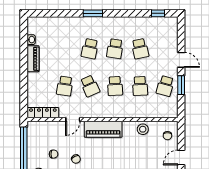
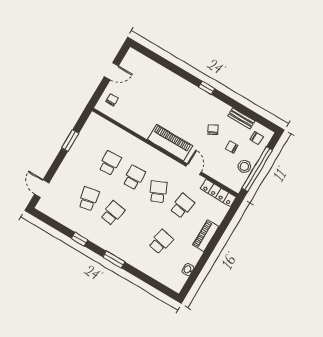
window: (158, 13) -> (80, 239), moved
school desk: (90, 49) -> (161, 242), moved
piano: (33, 59) -> (206, 236), moved
door: (181, 60) -> (42, 189), moved
school desk: (165, 86) -> (86, 149), removed
door: (73, 120) -> (194, 169), hinge flipped
stool: (143, 129) -> (244, 166), moved

